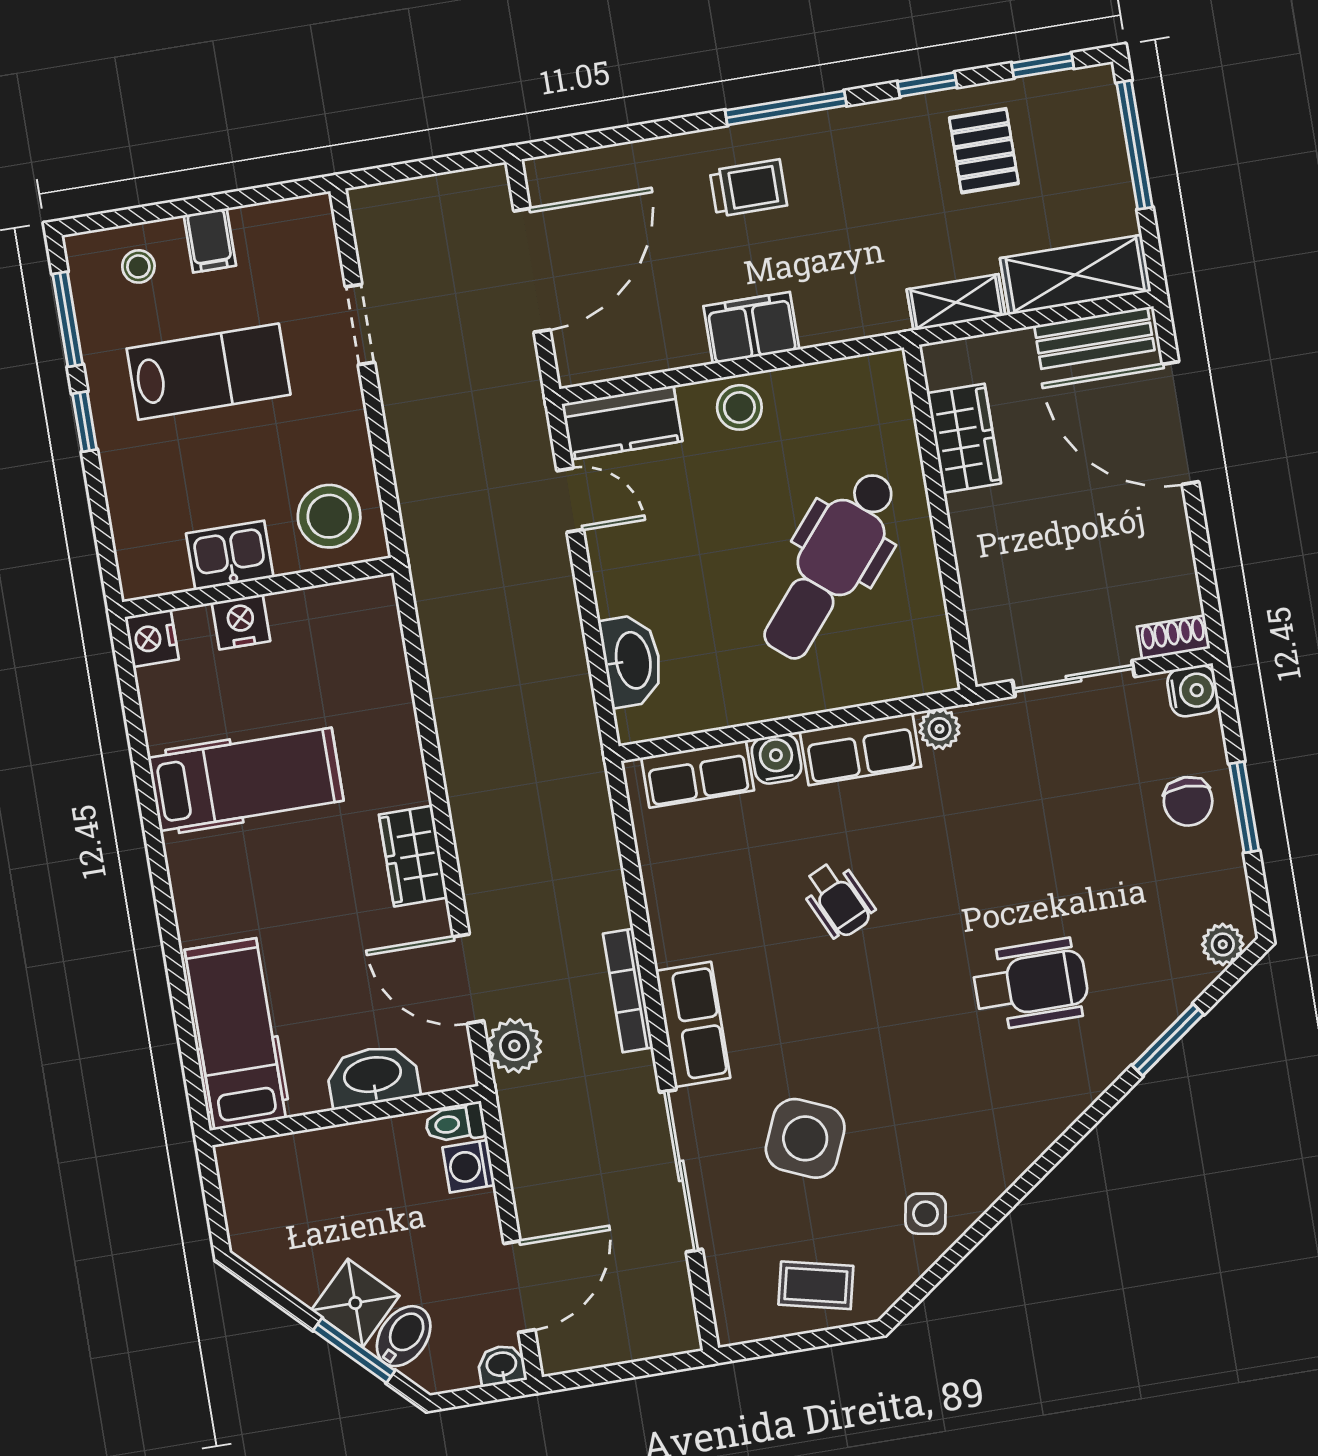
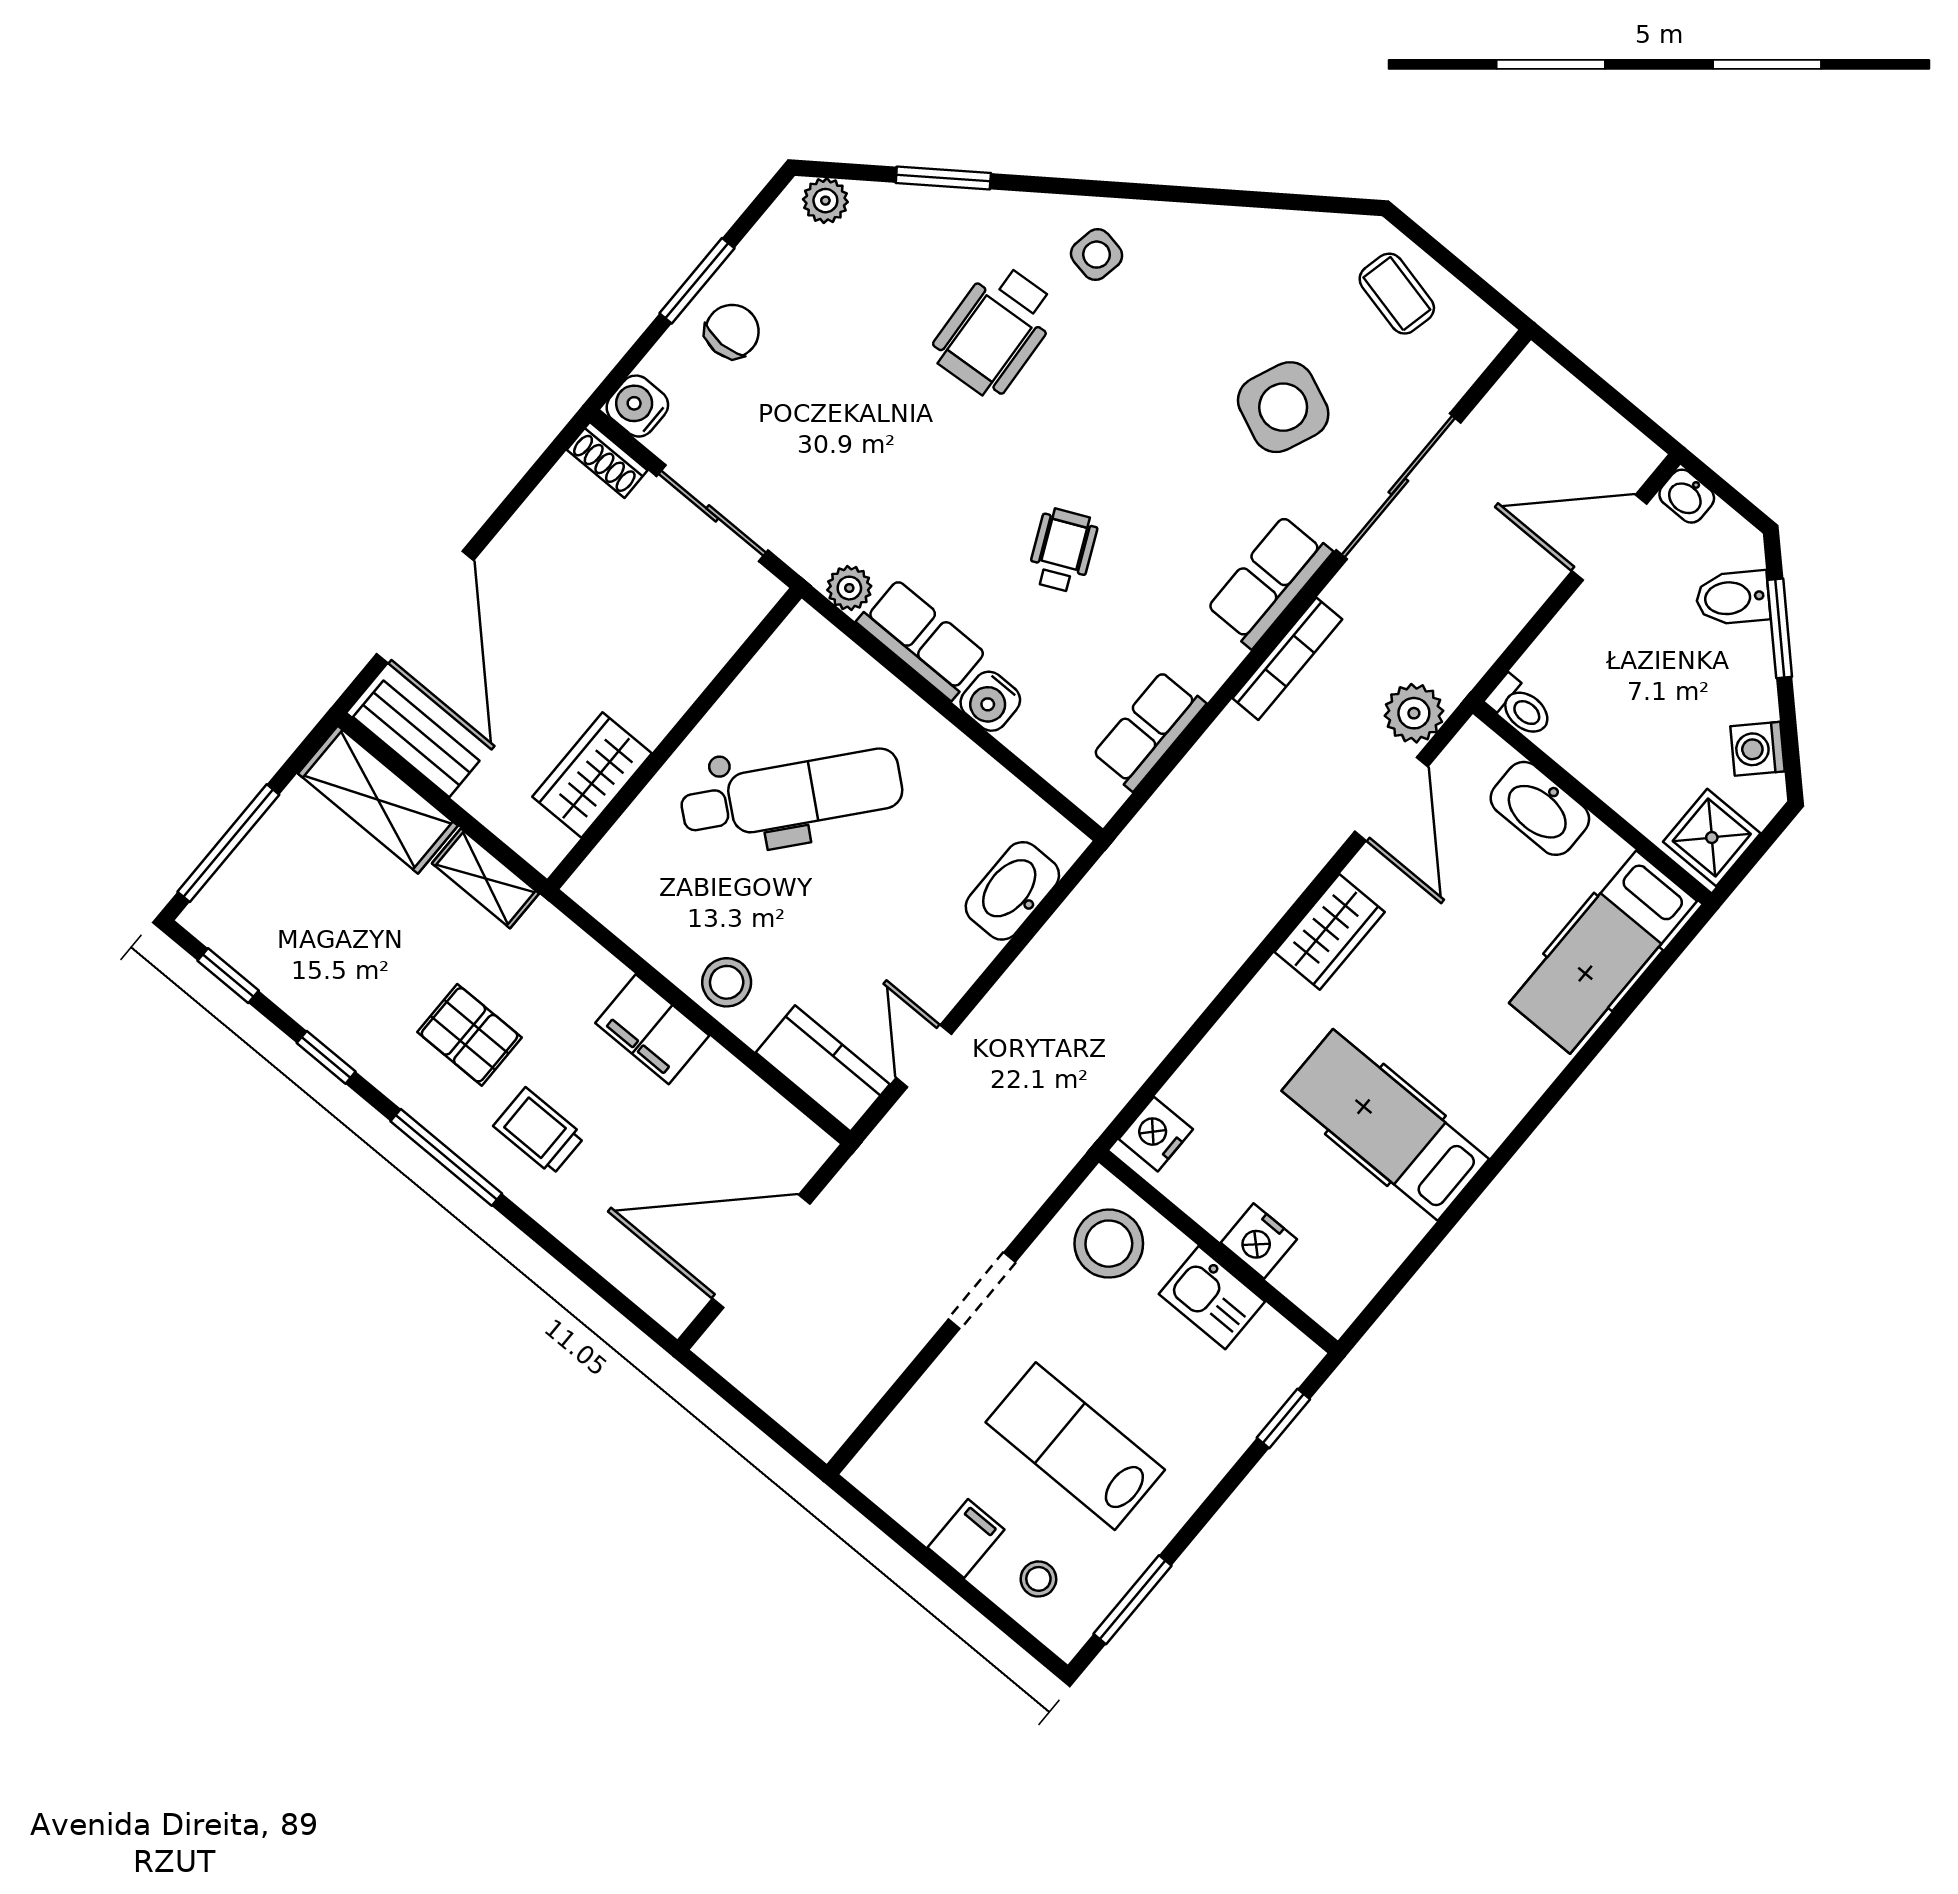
pallet: (984, 151) -> (470, 1035), moved, turned 90
doorway: (360, 324) -> (982, 1291), moved
window: (85, 422) -> (1283, 1419), moved
nightstand: (152, 638) -> (1156, 1134), moved, turned 180
row of seats: (698, 774) -> (1149, 730), moved, turned -90
wheelchair: (1031, 984) -> (995, 331), turned -94
washing machine: (469, 1166) -> (1757, 749), moved, turned 135
side table: (926, 1214) -> (1097, 255), moved
shower: (355, 1303) -> (1712, 838), moved, turned 45

